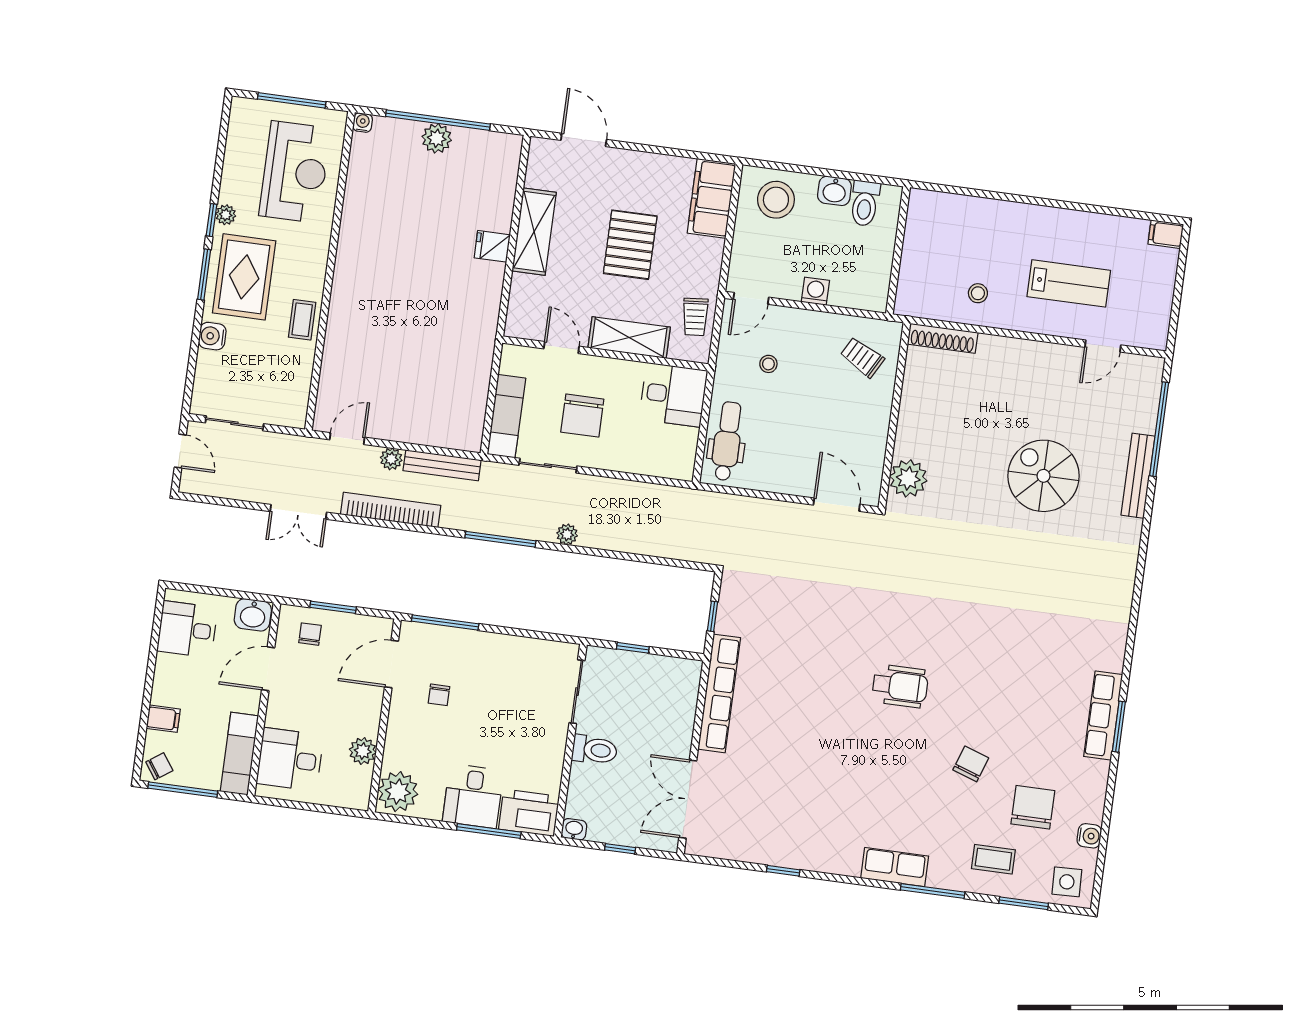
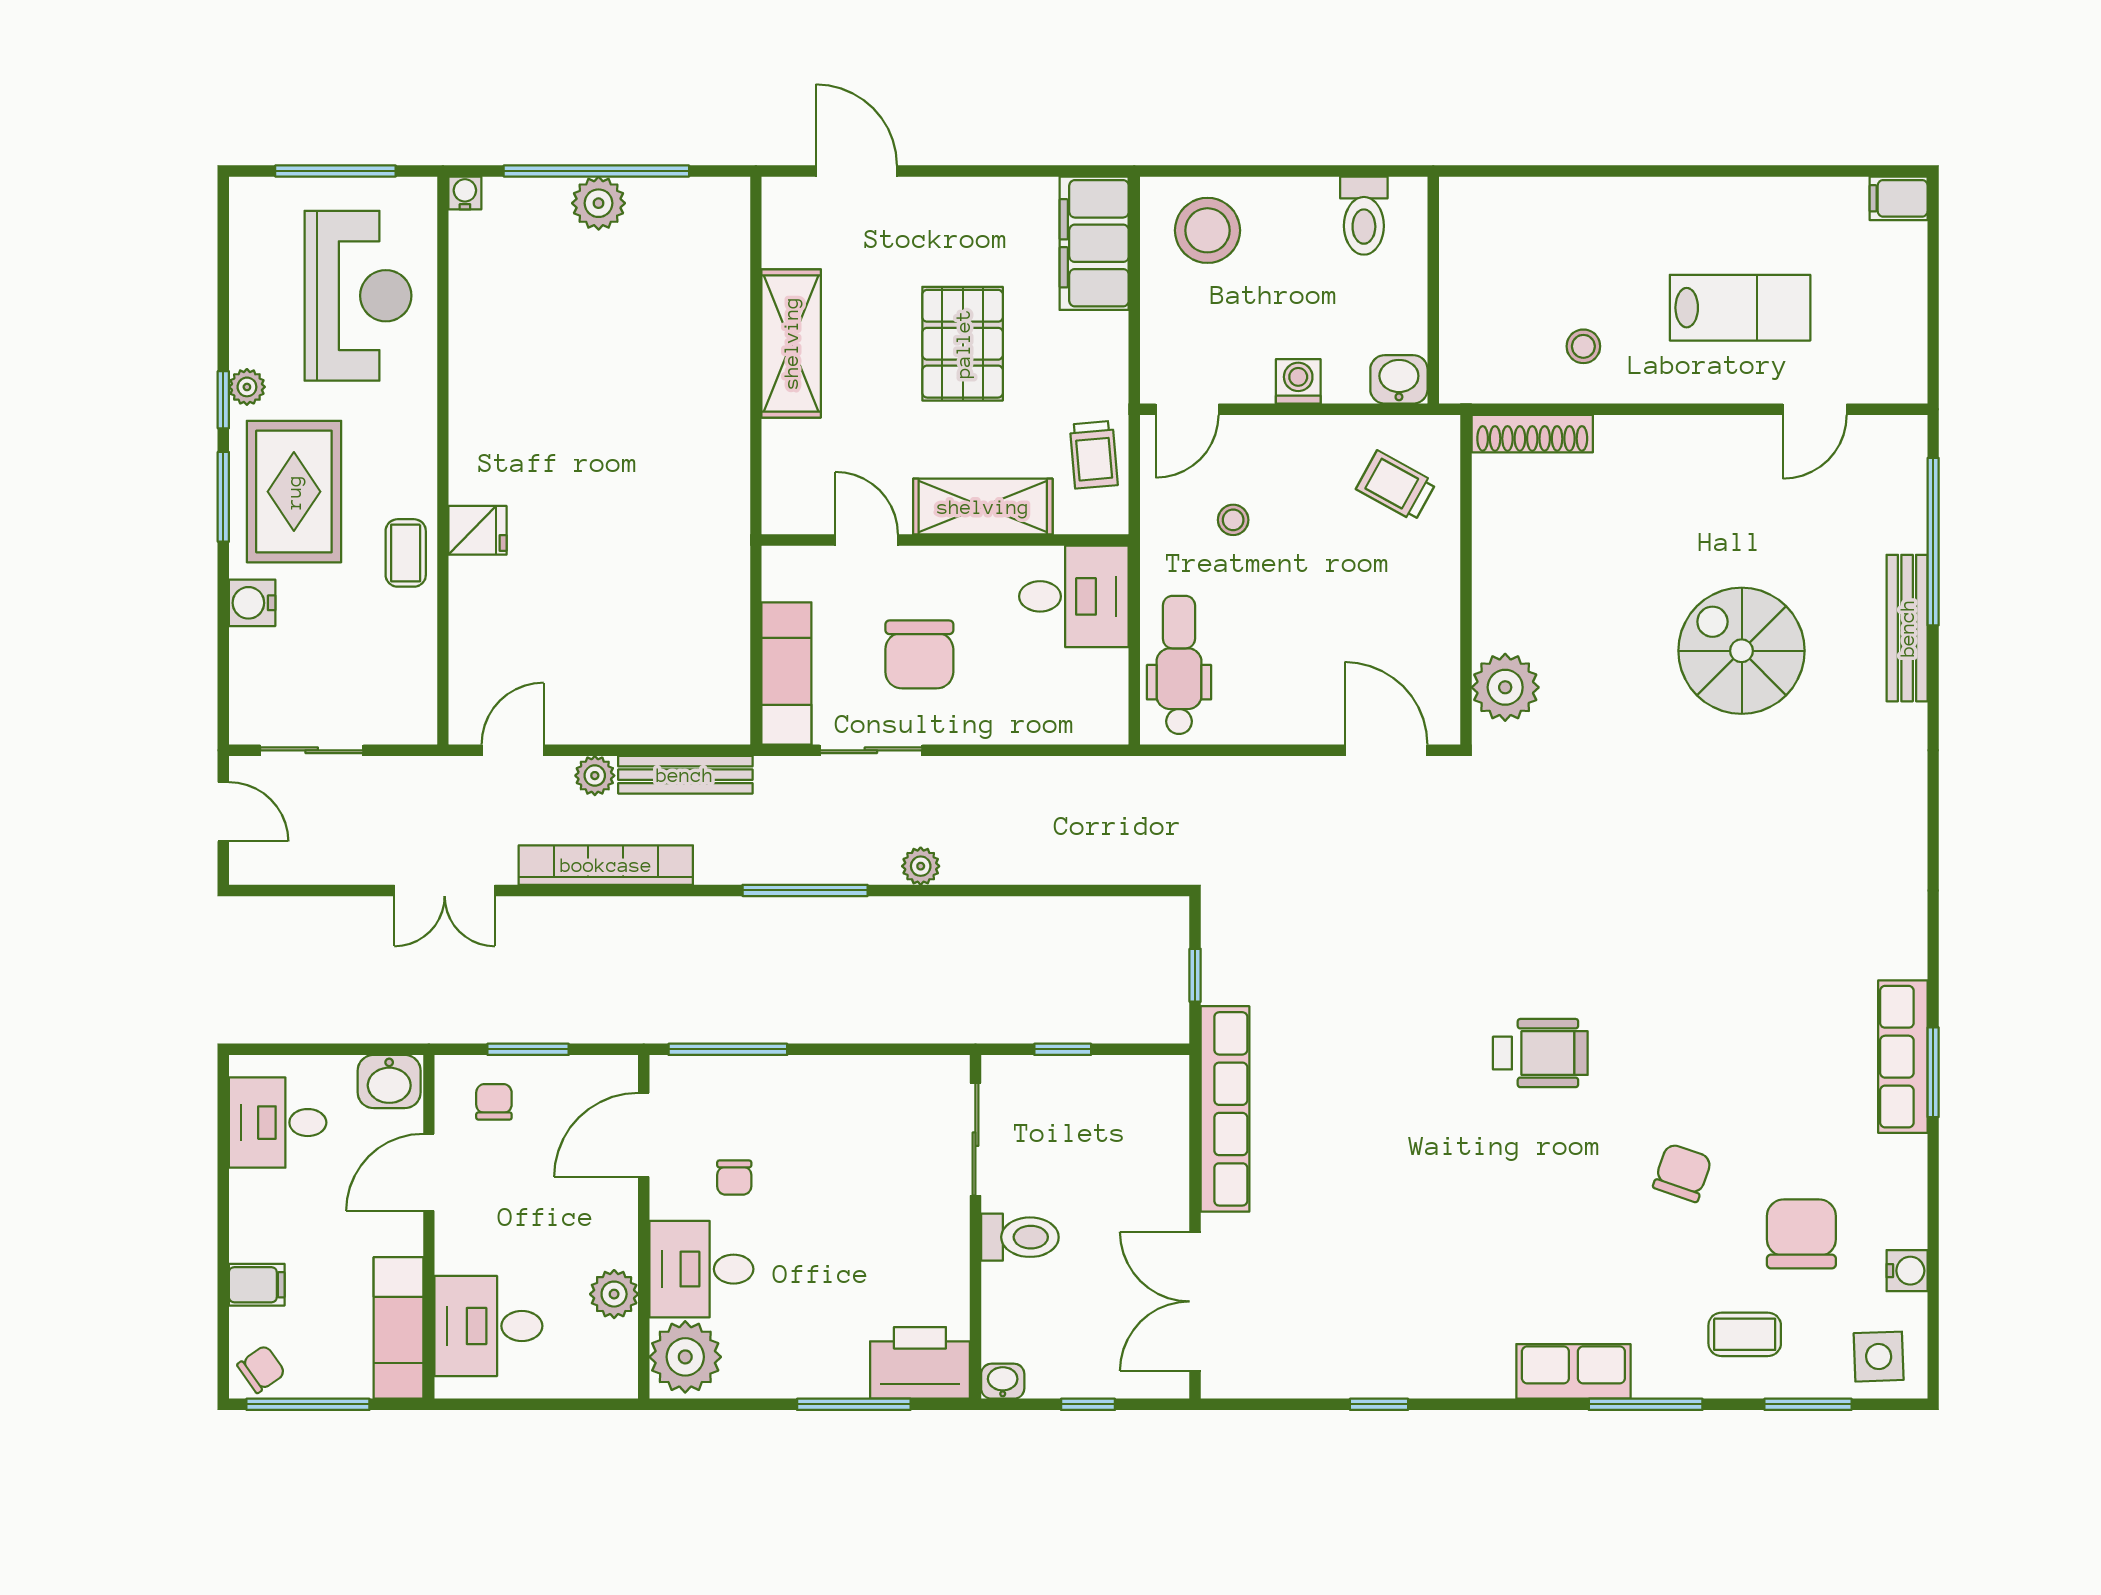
washbasin: (834, 191) -> (1399, 379), moved, turned 180
fridge: (492, 246) -> (478, 530), moved, turned 180
desk: (473, 796) -> (701, 1269), moved, turned 90

